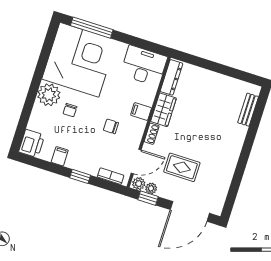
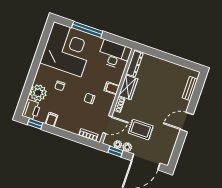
window: (92, 28) -> (87, 29), moved
plant: (49, 95) -> (38, 93), moved
door: (244, 156) -> (187, 122), added
window: (80, 176) -> (35, 124), moved
plant: (139, 184) -> (127, 147), moved

